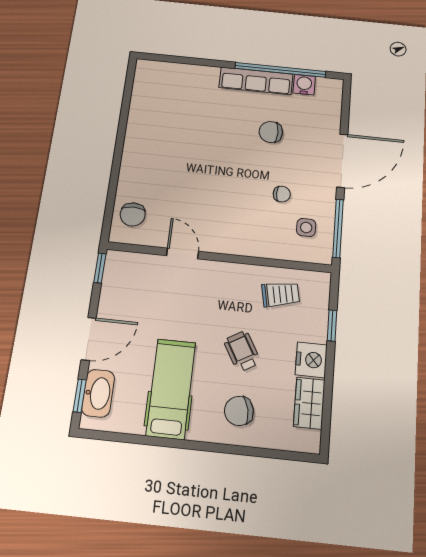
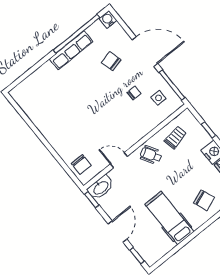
water cooler: (304, 85) -> (108, 19), moved
chair: (271, 132) -> (111, 61), moved, turned 76
door: (342, 161) -> (145, 52), hinge flipped
wheelchair: (242, 351) -> (151, 155), moved
washbasin: (98, 393) -> (101, 187), moved, turned 90
chair: (239, 411) -> (204, 200), turned -99

